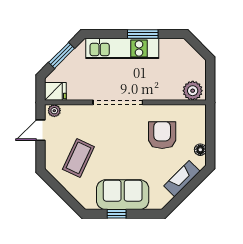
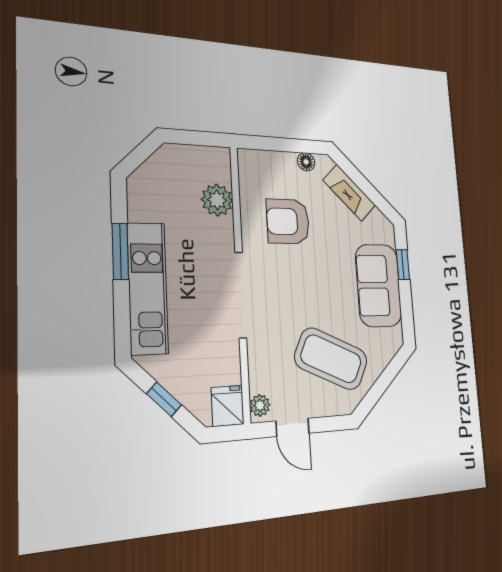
window: (62, 55) -> (164, 399), width x0.67
plant: (193, 91) -> (217, 200), moved
coffee table: (78, 158) -> (331, 359), width x1.36, depth x1.32
window: (117, 214) -> (403, 265), moved

